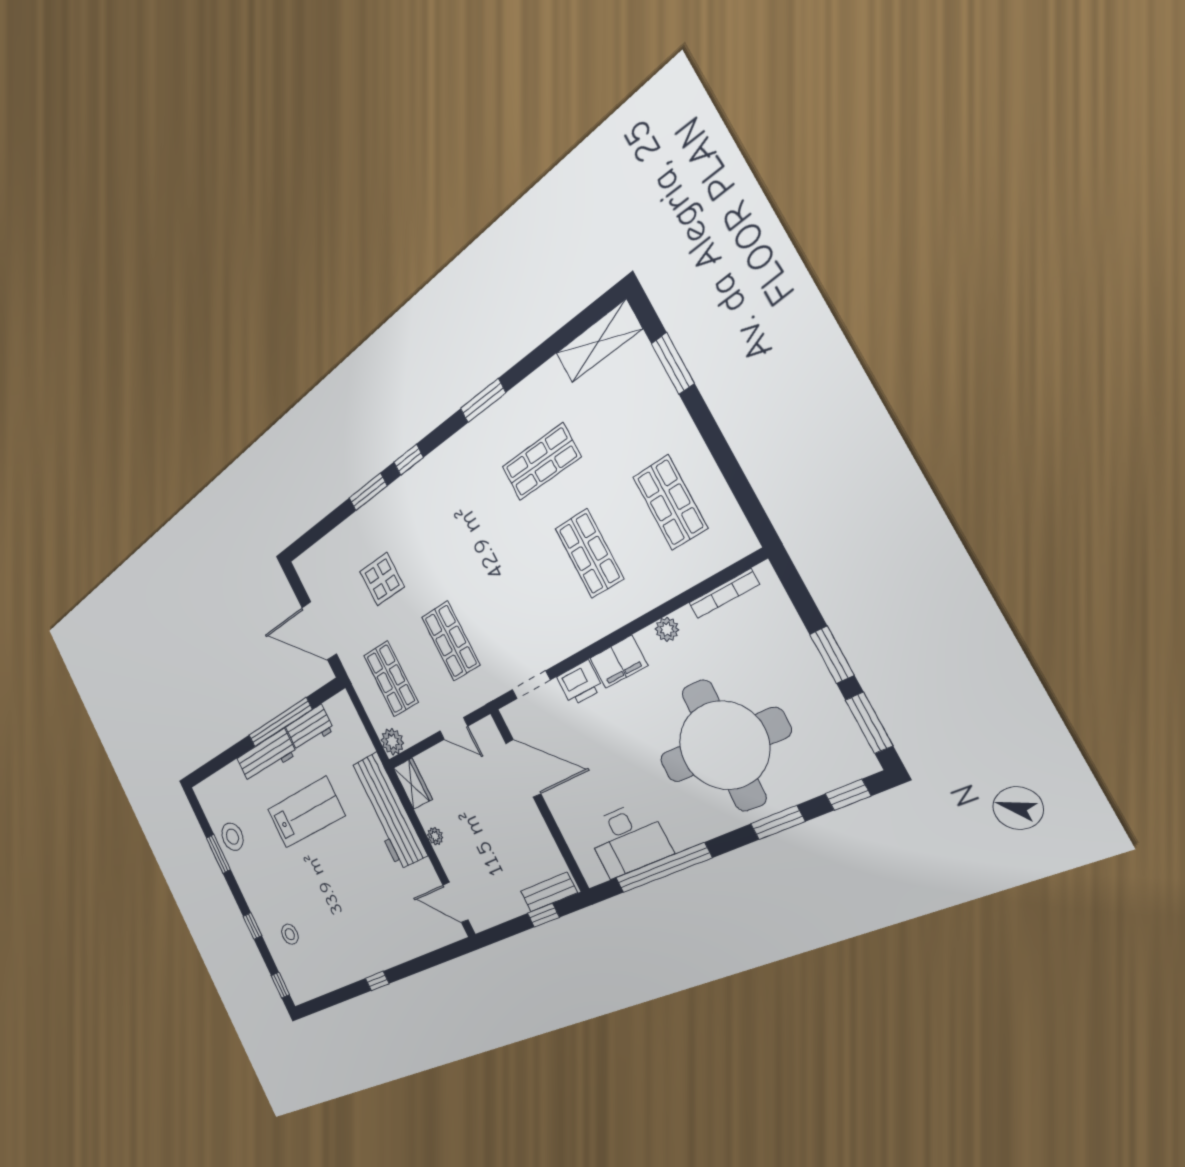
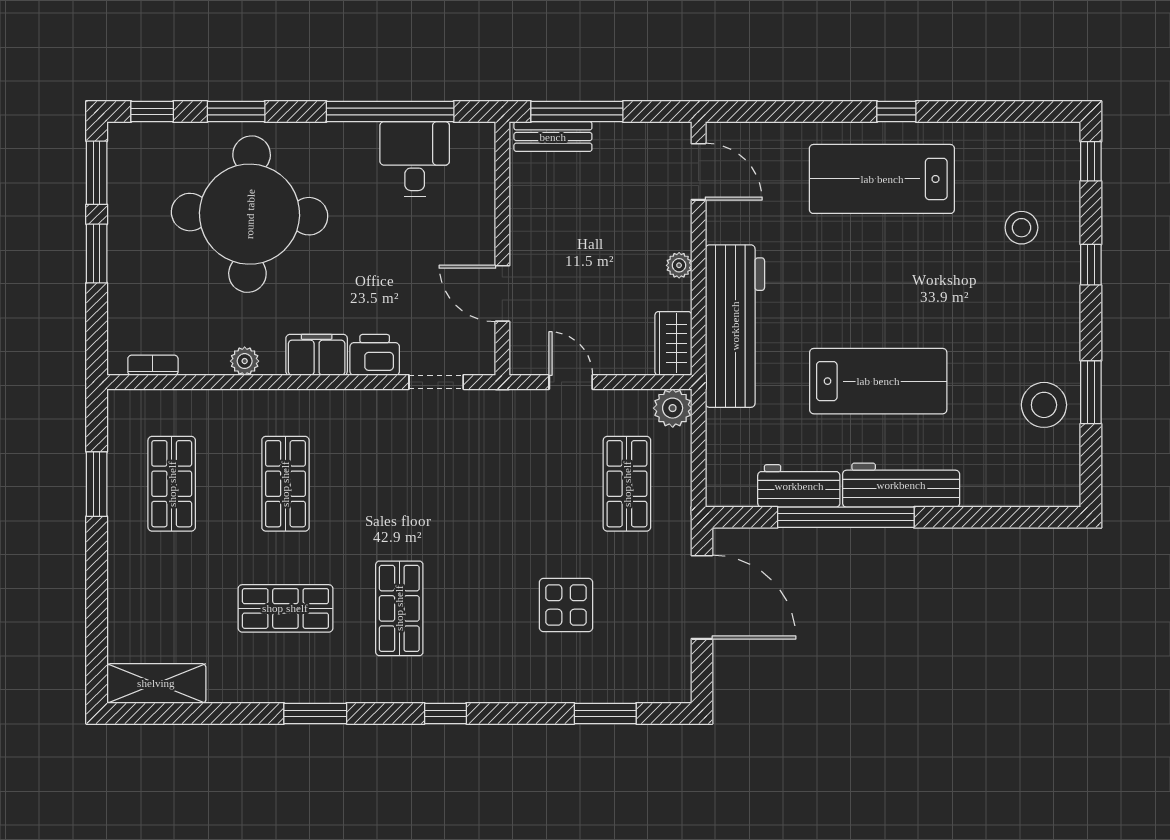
window: (673, 363) -> (97, 484), moved
window: (368, 492) -> (605, 713), moved
bookcase: (724, 594) -> (153, 365), width x0.64
shop shelf: (451, 641) -> (399, 608), moved
door: (523, 768) -> (502, 293), width x0.73
lab bench: (306, 813) -> (878, 381), turned 180
desk: (628, 839) -> (415, 159), width x0.73
window: (543, 915) -> (577, 112), width x2.17
lab bench: (364, 936) -> (882, 179), added

